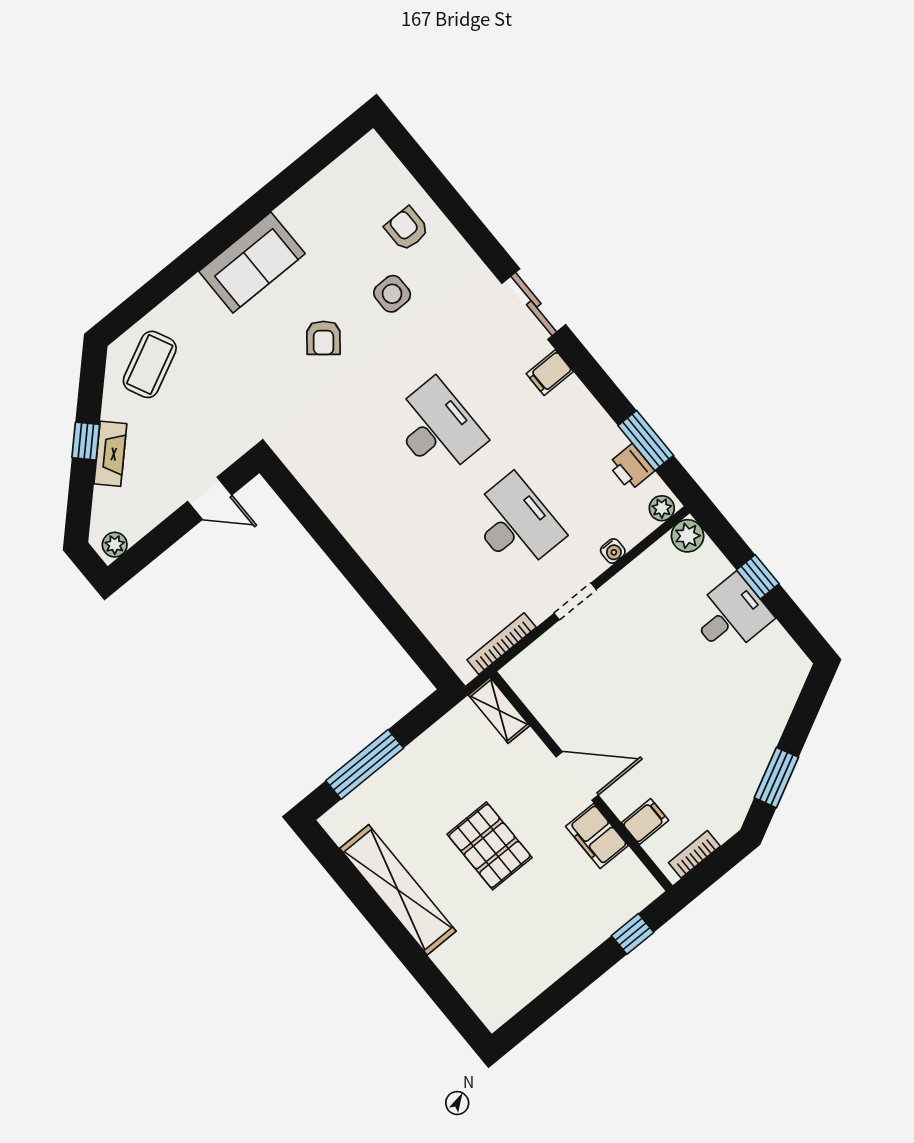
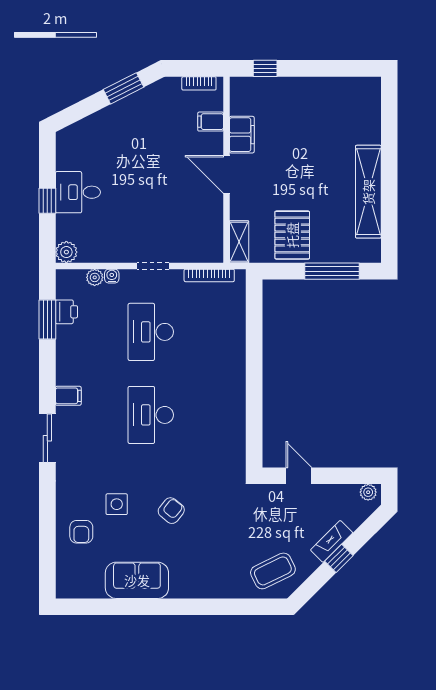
sofa: (252, 262) -> (137, 580), moved
plant: (662, 508) -> (95, 277), moved
pallet: (490, 846) -> (292, 235), moved

